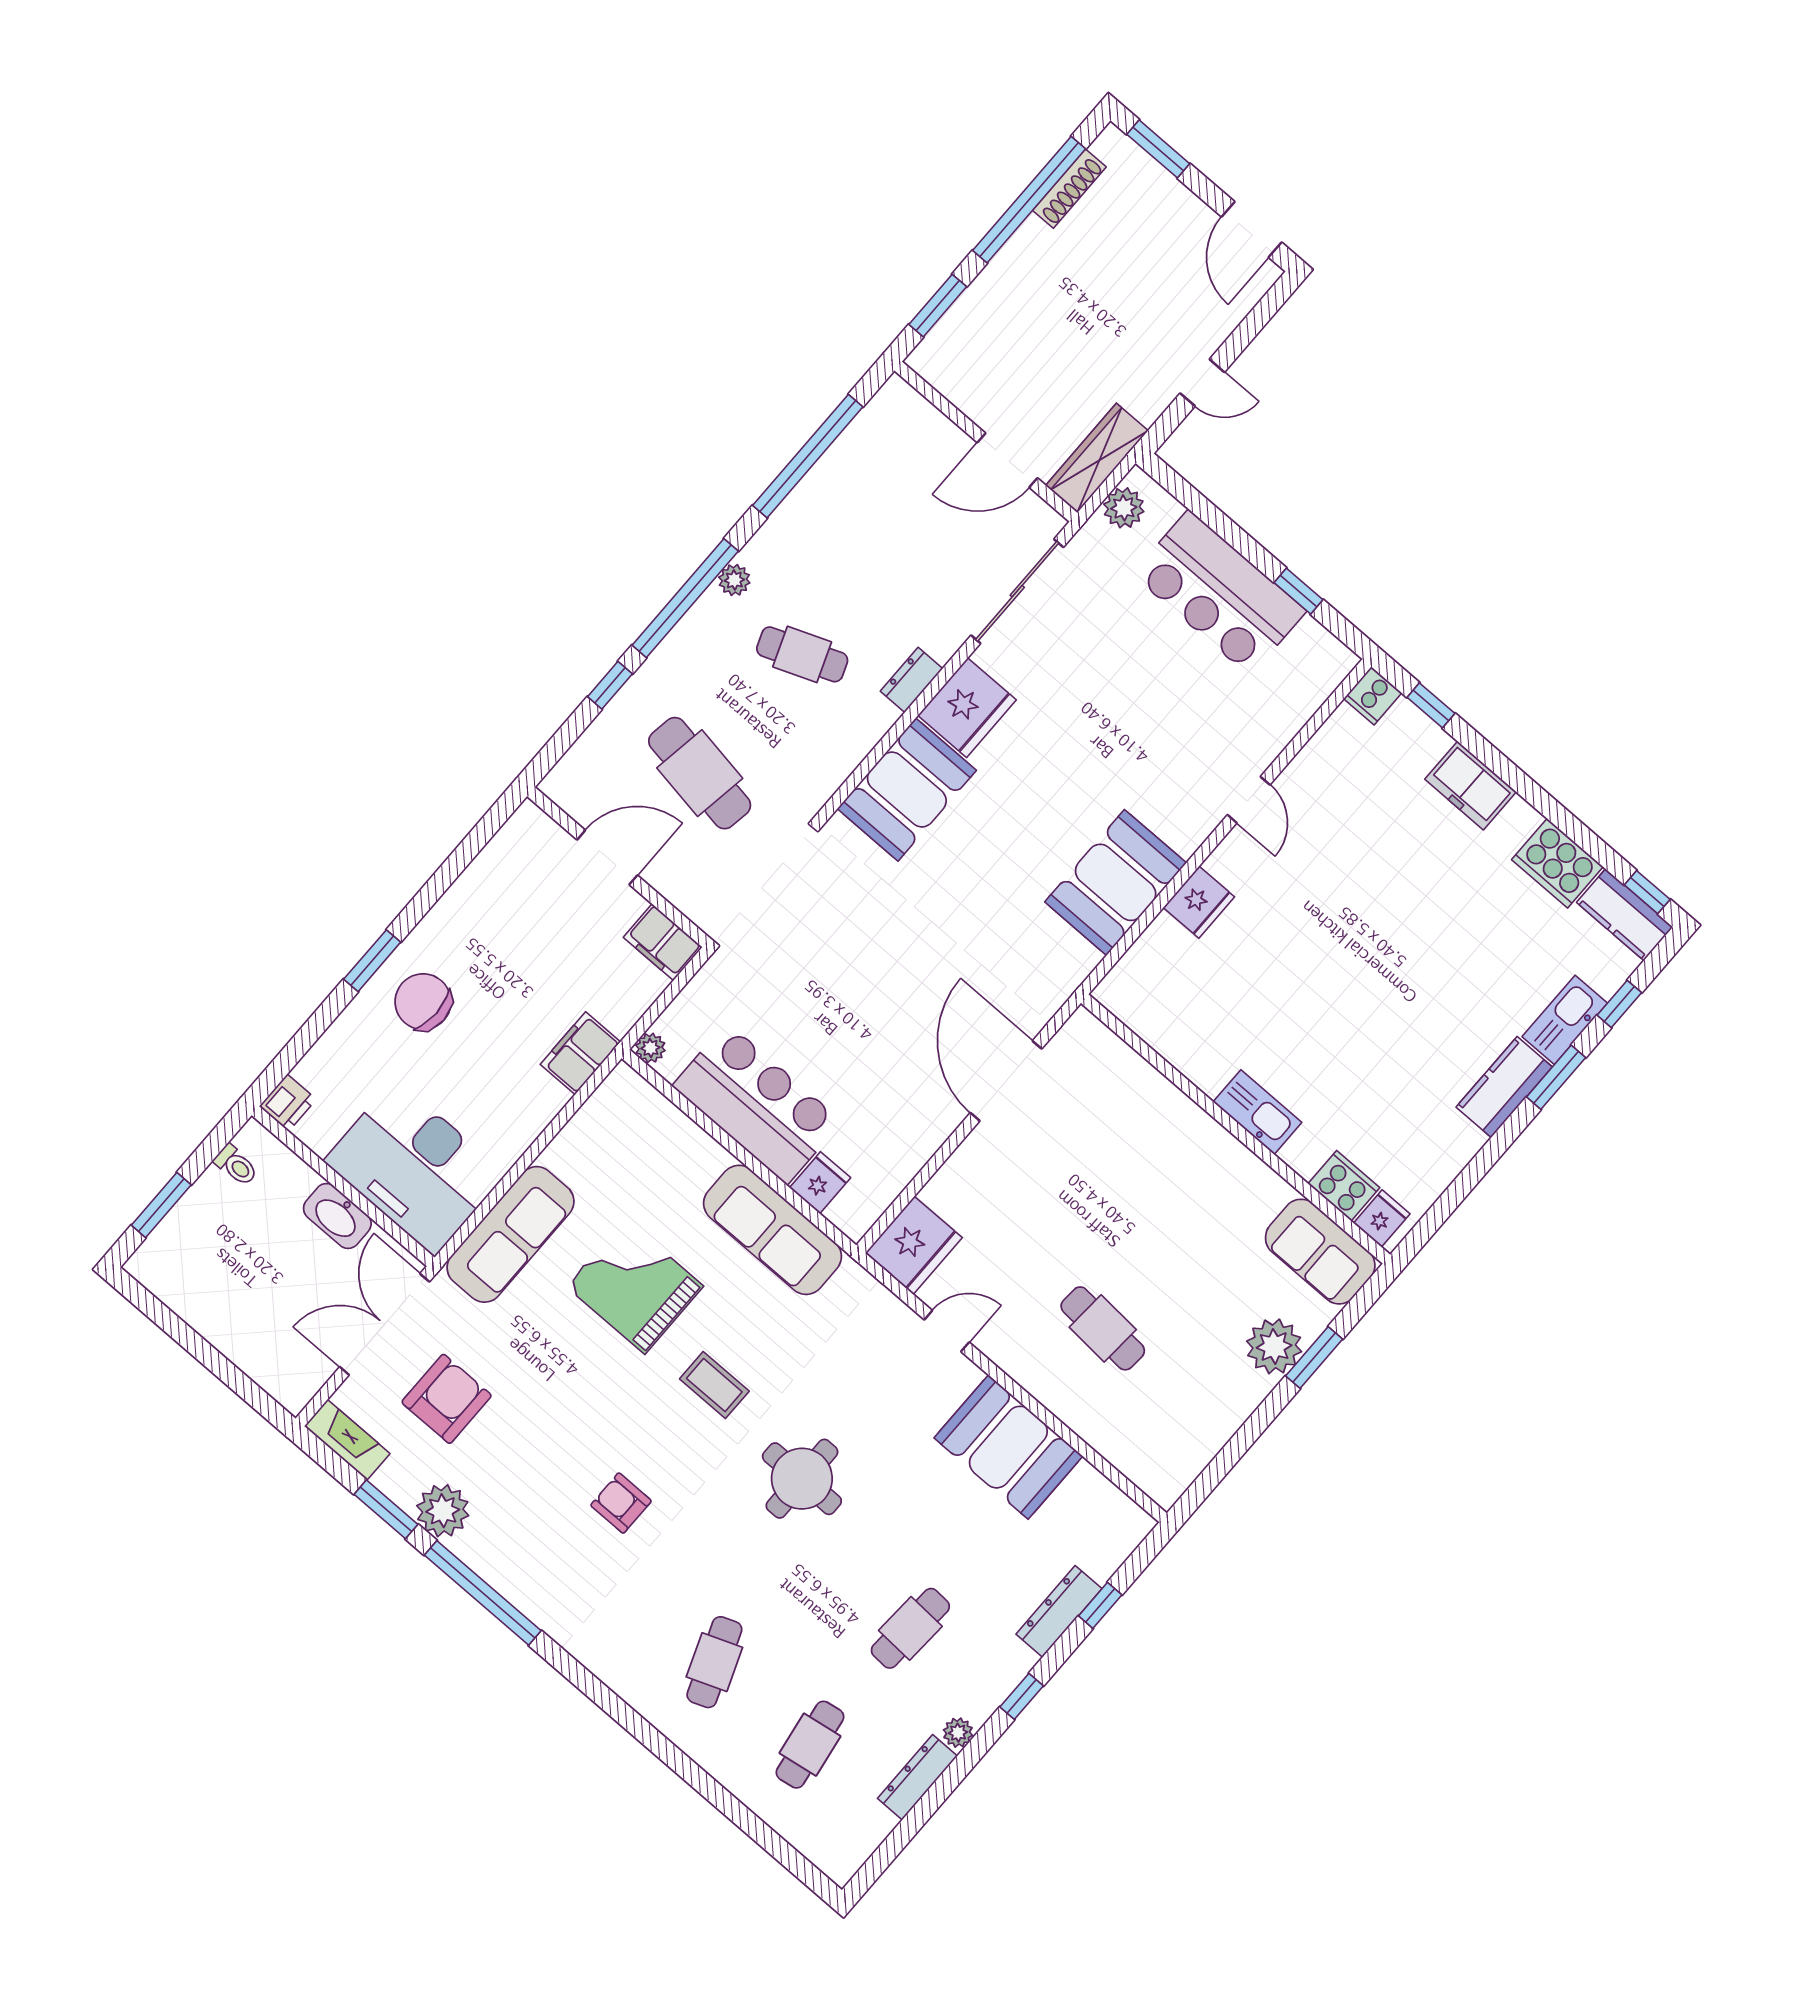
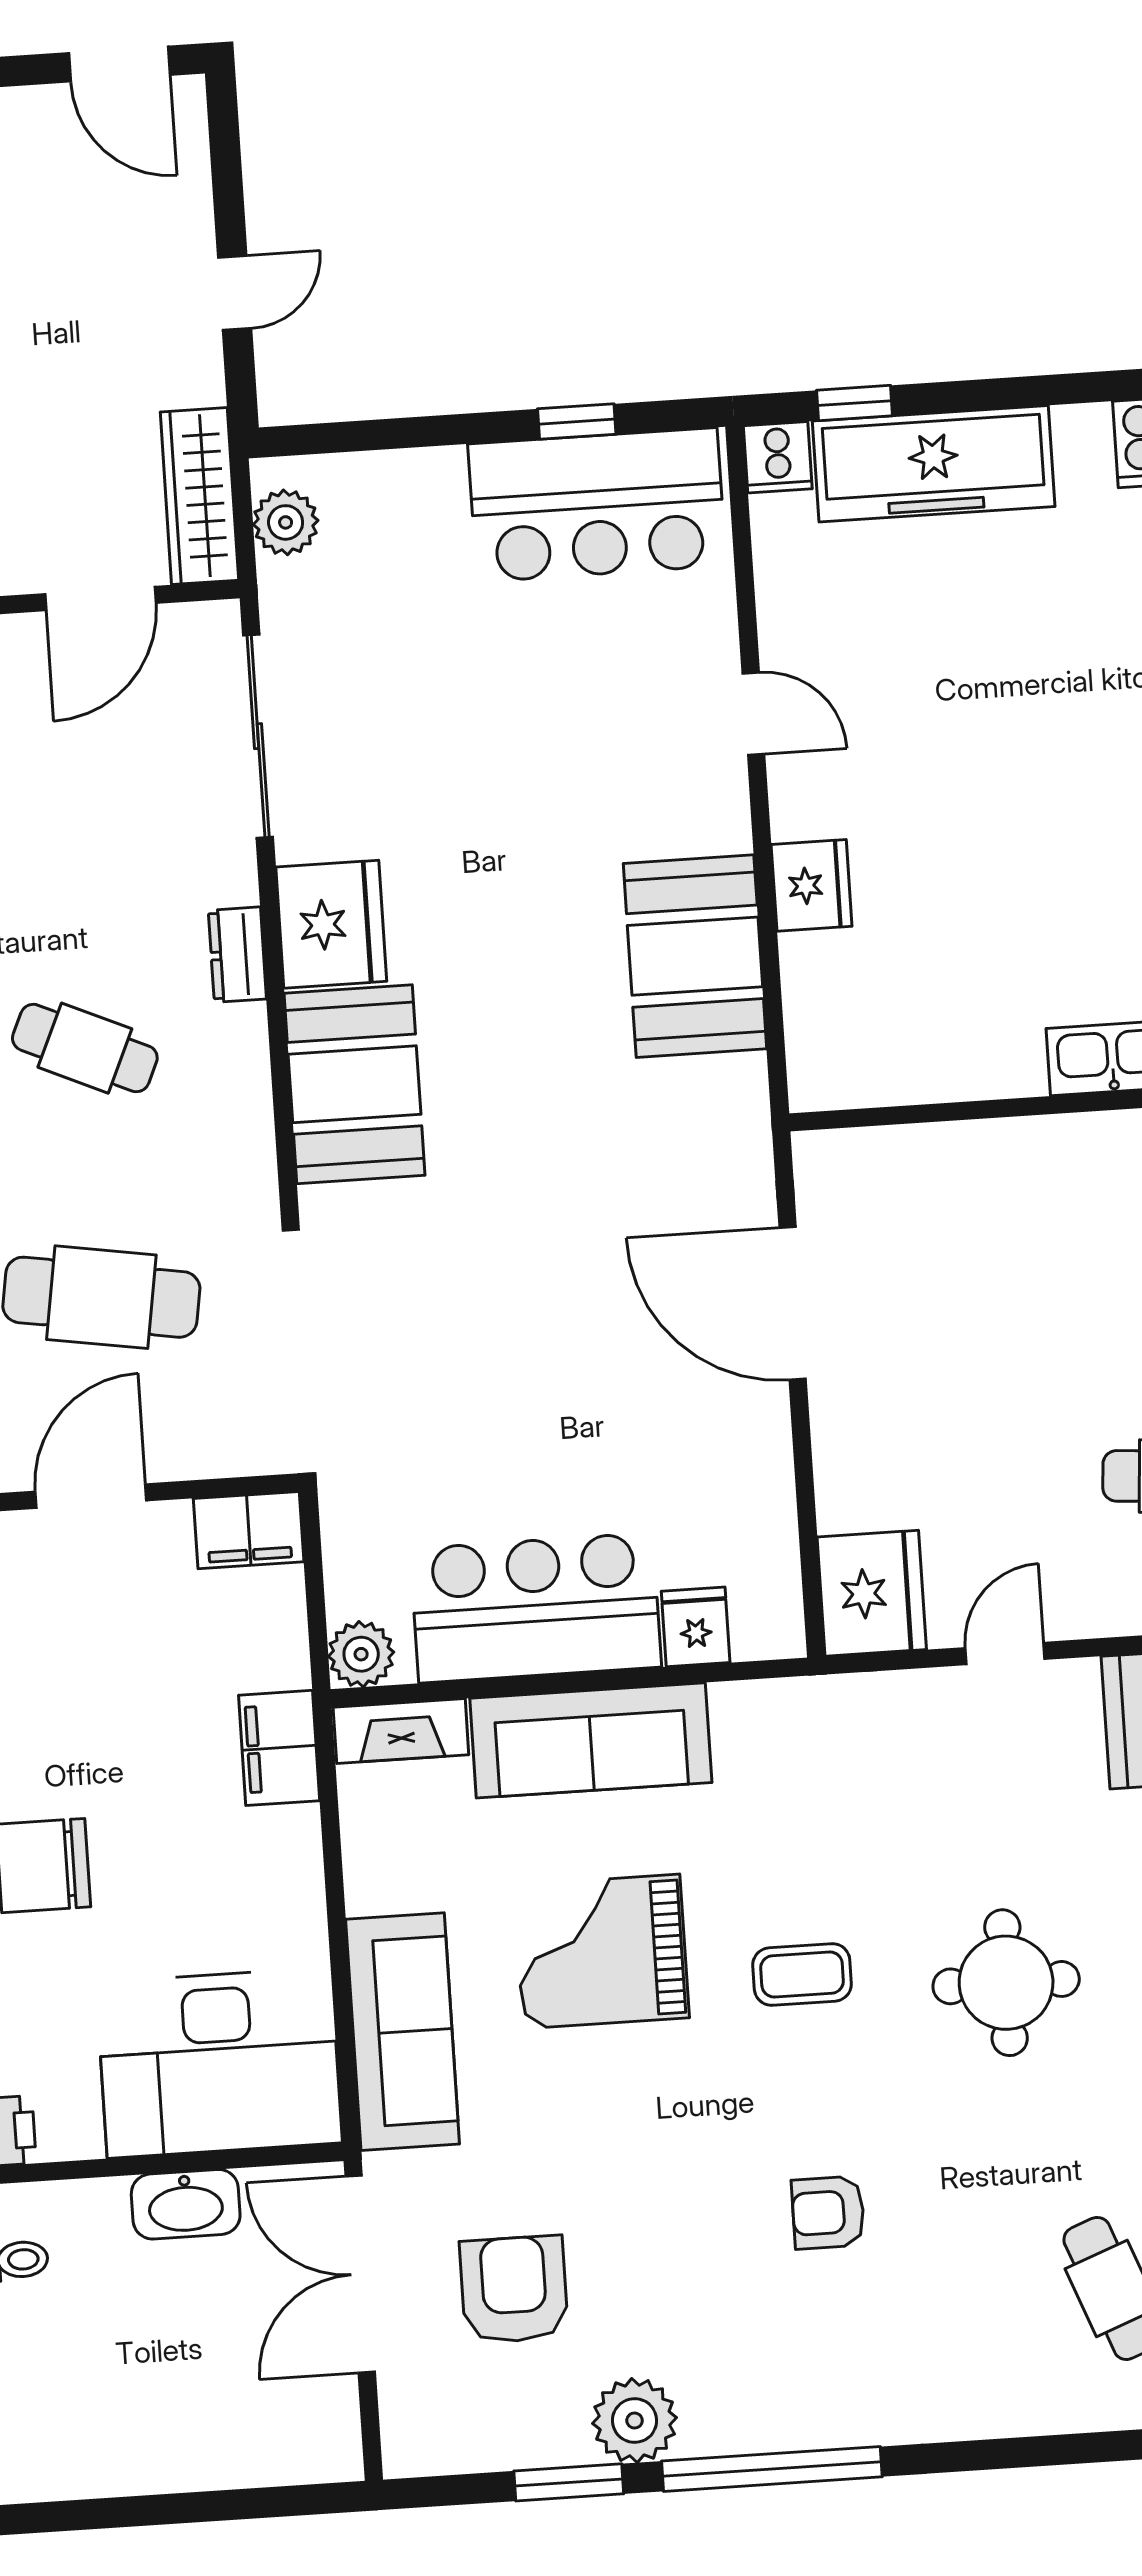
bar counter: (1219, 593) -> (597, 505), moved
cafe table: (802, 654) -> (85, 1048), turned 45
freezer: (1471, 786) -> (934, 464), width x1.91, depth x1.26
plant: (650, 1048) -> (361, 1654), width x1.38, depth x1.38
sofa: (773, 1230) -> (591, 1740), moved
fireplace: (347, 1440) -> (401, 1731), moved, turned 180

